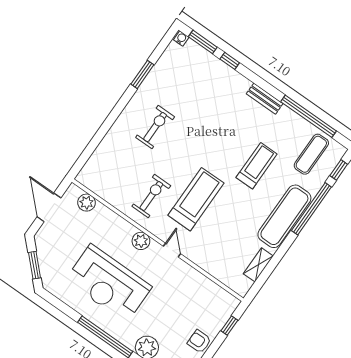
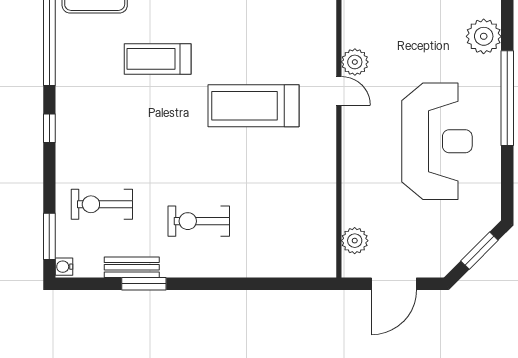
window: (230, 61) -> (49, 128), moved
bench: (265, 99) -> (132, 267), moved, turned 90
exercise bike: (151, 196) -> (102, 204), moved
plant: (141, 241) -> (355, 62), moved
door: (172, 250) -> (339, 91), swing flipped

